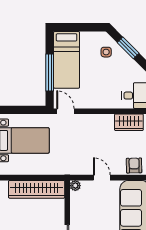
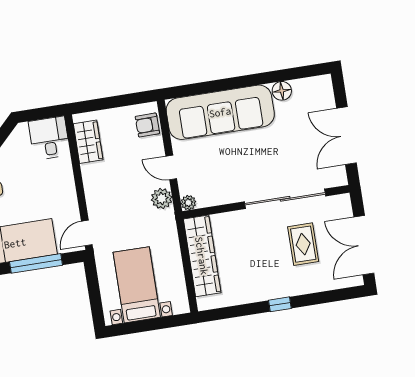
plant: (81, 167) -> (162, 199), added
door: (102, 178) -> (171, 167), hinge flipped

